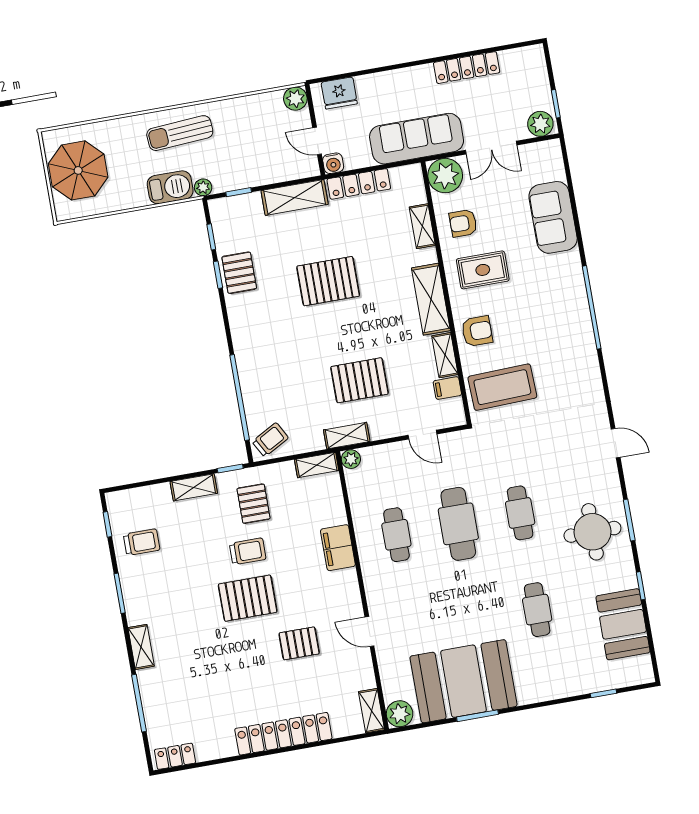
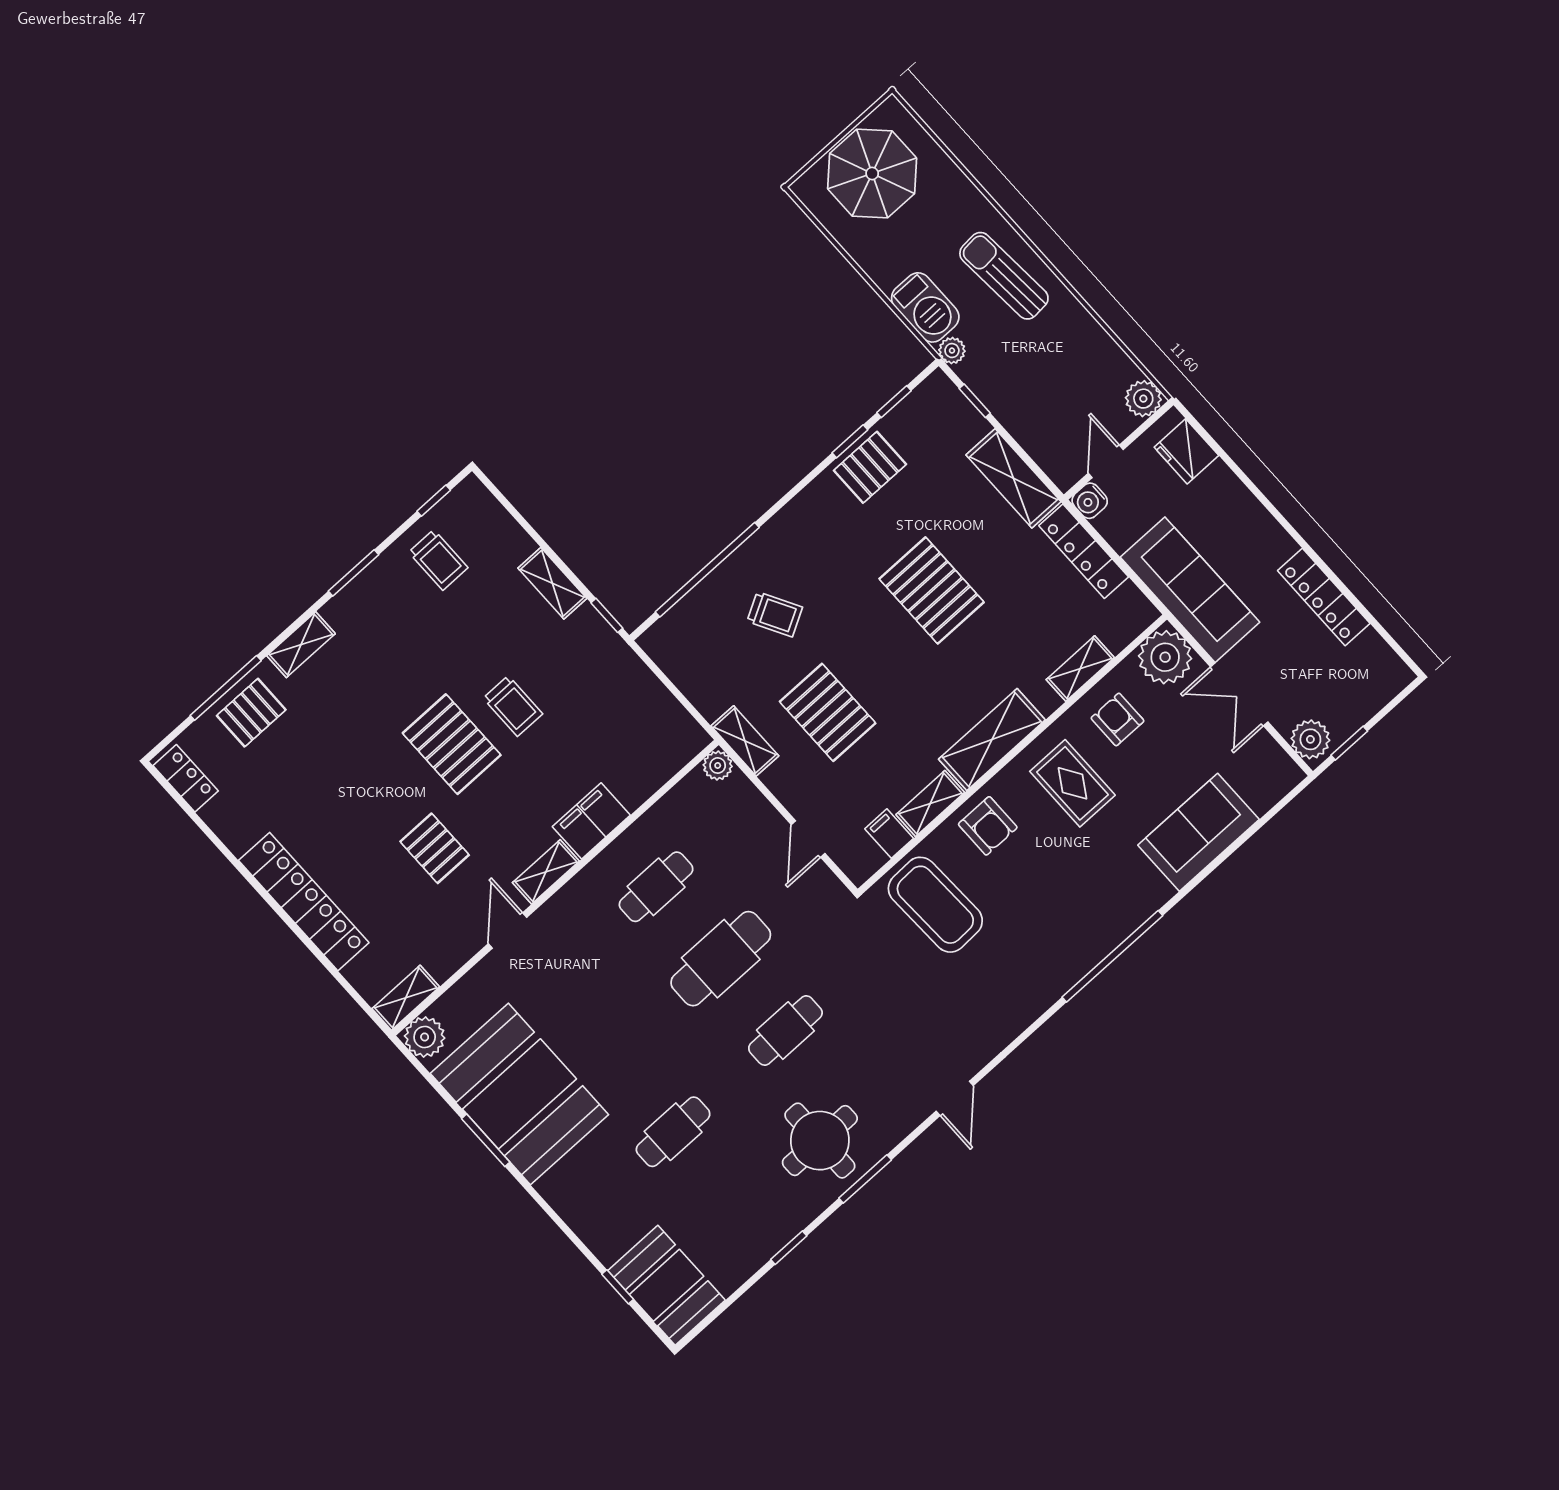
trolley: (270, 440) -> (775, 614), moved
shelving: (317, 465) -> (546, 872), moved, turned 90
pallet: (254, 504) -> (251, 713), moved
booth: (623, 624) -> (666, 1285), moved, turned 90

